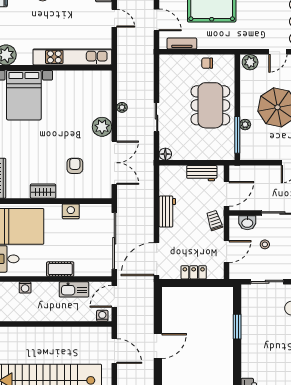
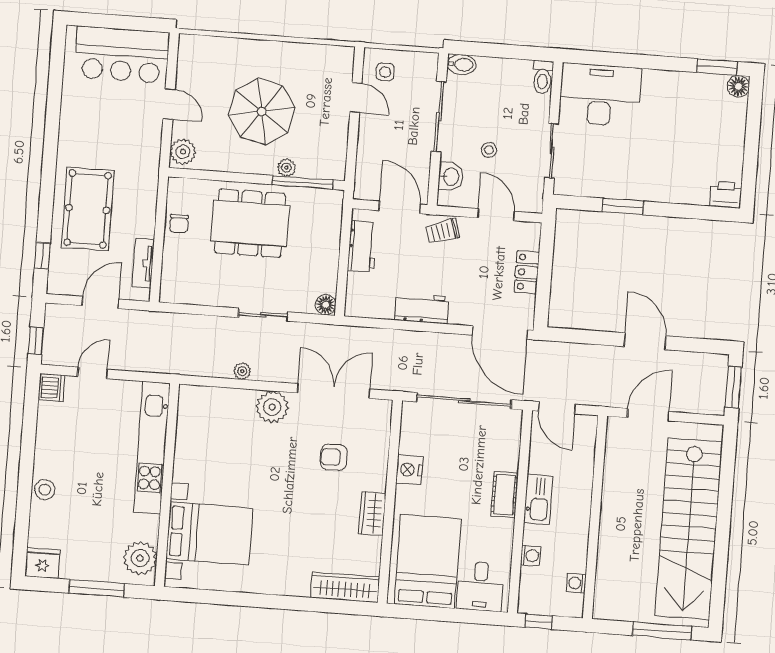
kitchen sink: (74, 289) -> (538, 500), moved
washing machine: (102, 316) -> (576, 583), moved

